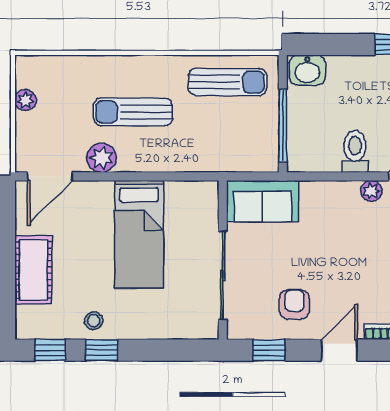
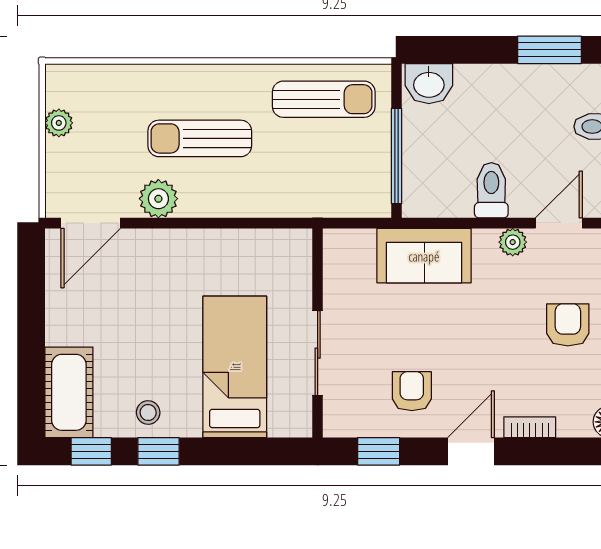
sofa: (262, 201) -> (424, 256), moved
bed: (139, 234) -> (235, 367), moved, turned 180
cot: (33, 270) -> (69, 392), moved
sliding door: (223, 275) -> (318, 353), width x0.73

